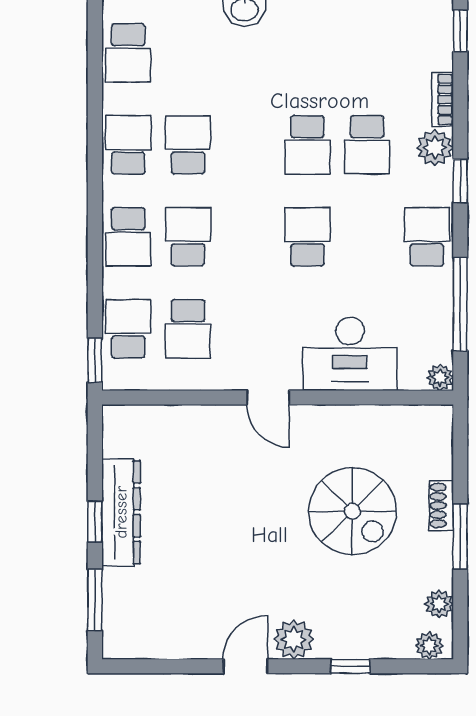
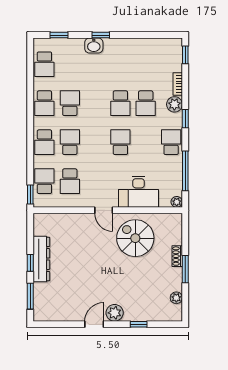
school desk: (128, 145) -> (44, 103), turned 180
spiral stairs: (352, 511) -> (135, 238), moved, turned 180
plant: (429, 646) -> (172, 316), removed

